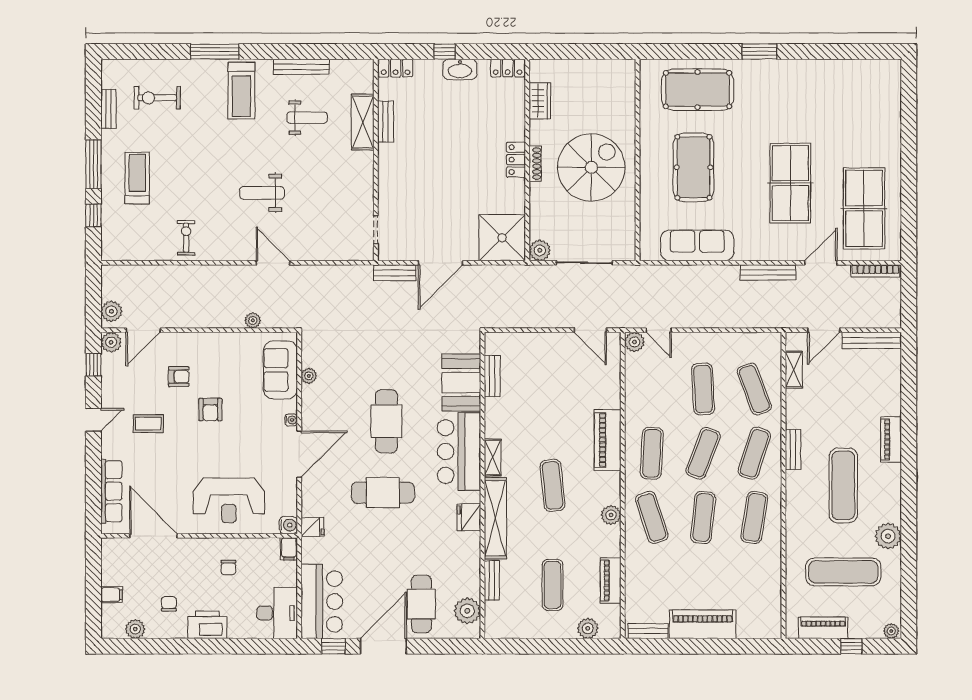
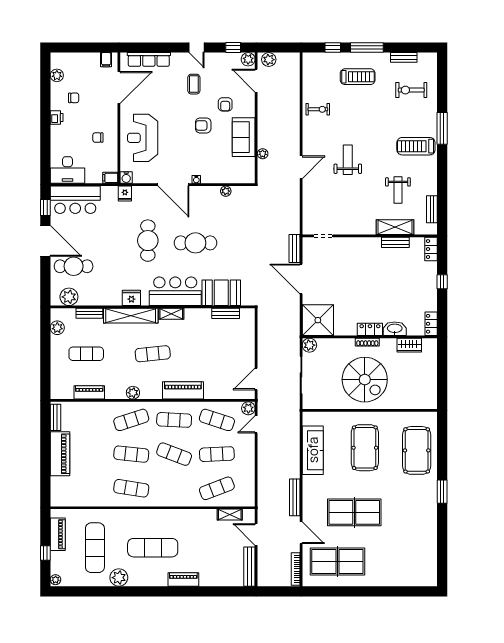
bench: (302, 67) -> (432, 209), moved, width x0.73
washbasin: (460, 69) -> (395, 329), moved, turned 90
exercise bike: (157, 98) -> (411, 90), turned -90
pool table: (693, 167) -> (365, 448), turned 90
sofa: (280, 370) -> (244, 137), moved, turned -90
bench: (793, 450) -> (176, 514), removed
exercise mat: (754, 453) -> (217, 420), moved
filing cabinet: (112, 595) -> (106, 60), moved
printer: (207, 625) -> (57, 117), width x0.53, depth x0.68
plant: (588, 628) -> (57, 328), moved

